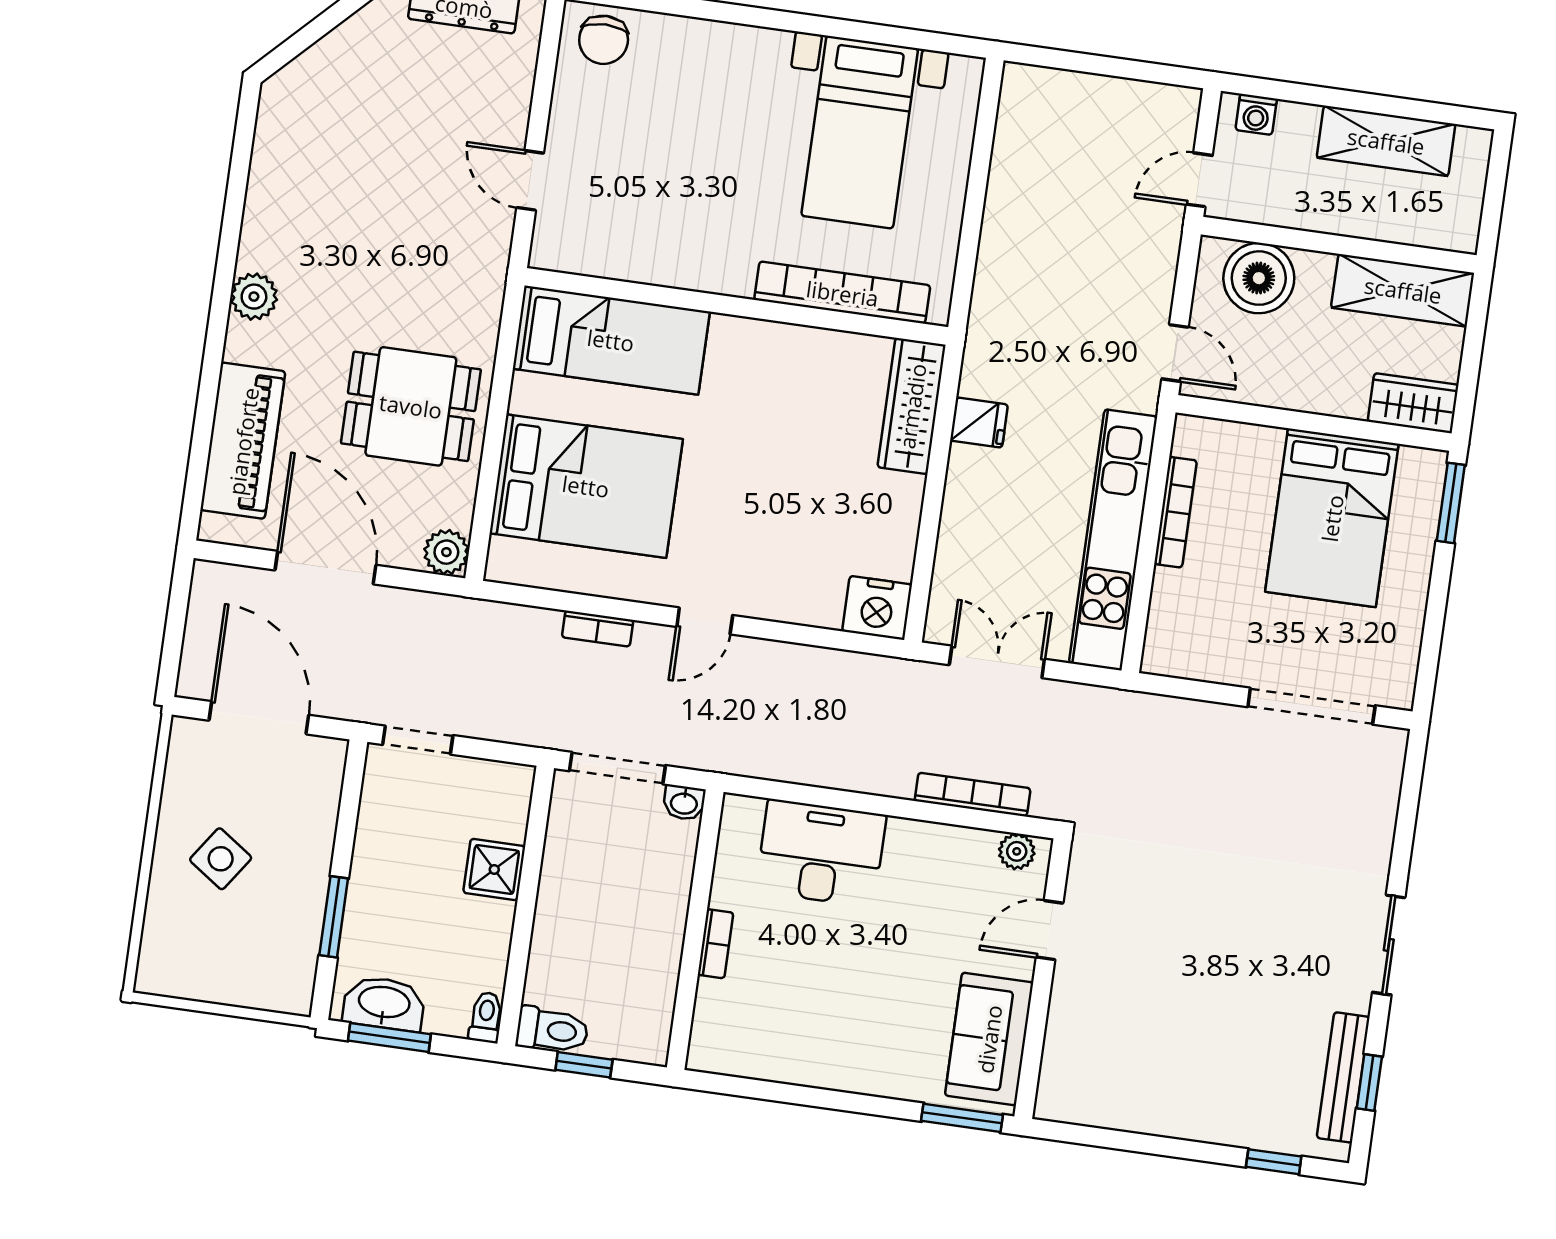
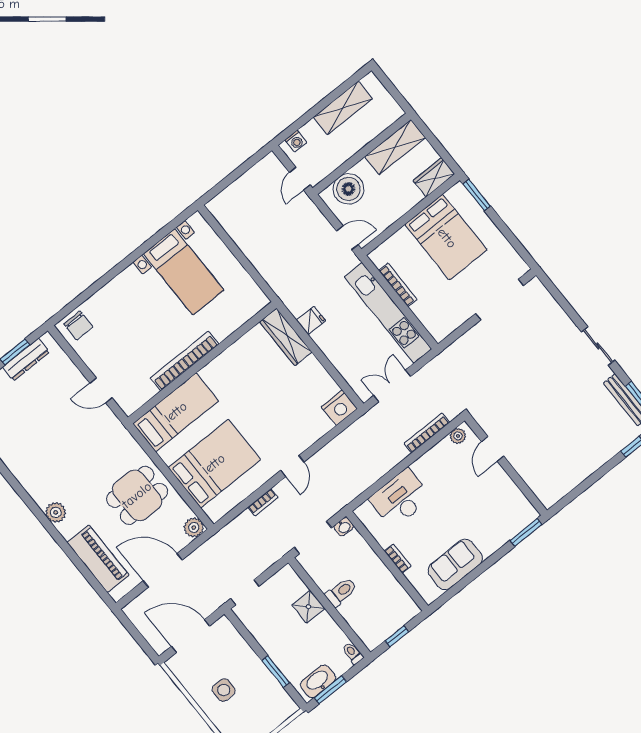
bookcase: (842, 293) -> (185, 361), moved
side table: (221, 859) -> (224, 690), turned -35
toilet: (552, 1030) -> (341, 592), moved
sofa: (989, 1039) -> (455, 564), moved, turned 90

